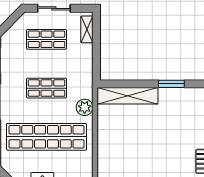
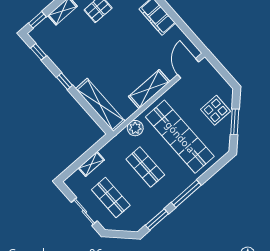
shelving: (87, 29) -> (91, 164), moved
window: (171, 84) -> (64, 81), width x0.67
shelving: (106, 146) -> (149, 89), added

